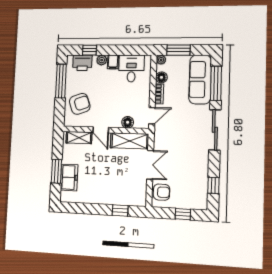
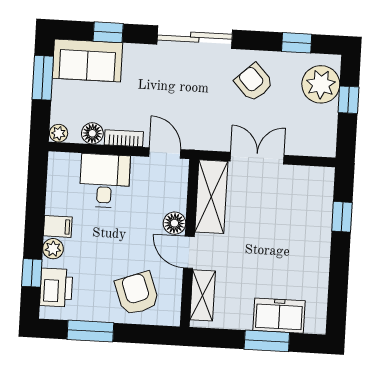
window: (178, 50) -> (43, 78), moved
desk: (131, 68) -> (105, 181), moved, turned 90
sofa: (200, 79) -> (87, 60), width x0.73
window: (61, 81) -> (90, 331), width x0.69
window: (216, 83) -> (108, 32), width x0.46
floor lamp: (128, 122) -> (174, 223), moved
door: (101, 130) -> (189, 252), swing flipped
armchair: (162, 192) -> (254, 82), moved, turned -43
plant: (191, 199) -> (321, 84), added

